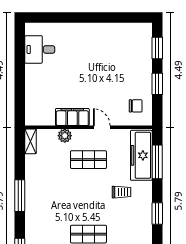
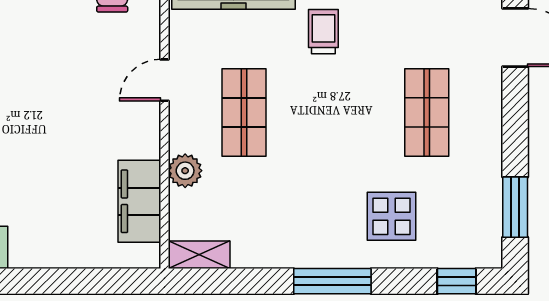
filing cabinet: (72, 117) -> (139, 201), moved
display table: (46, 220) -> (391, 216), added

